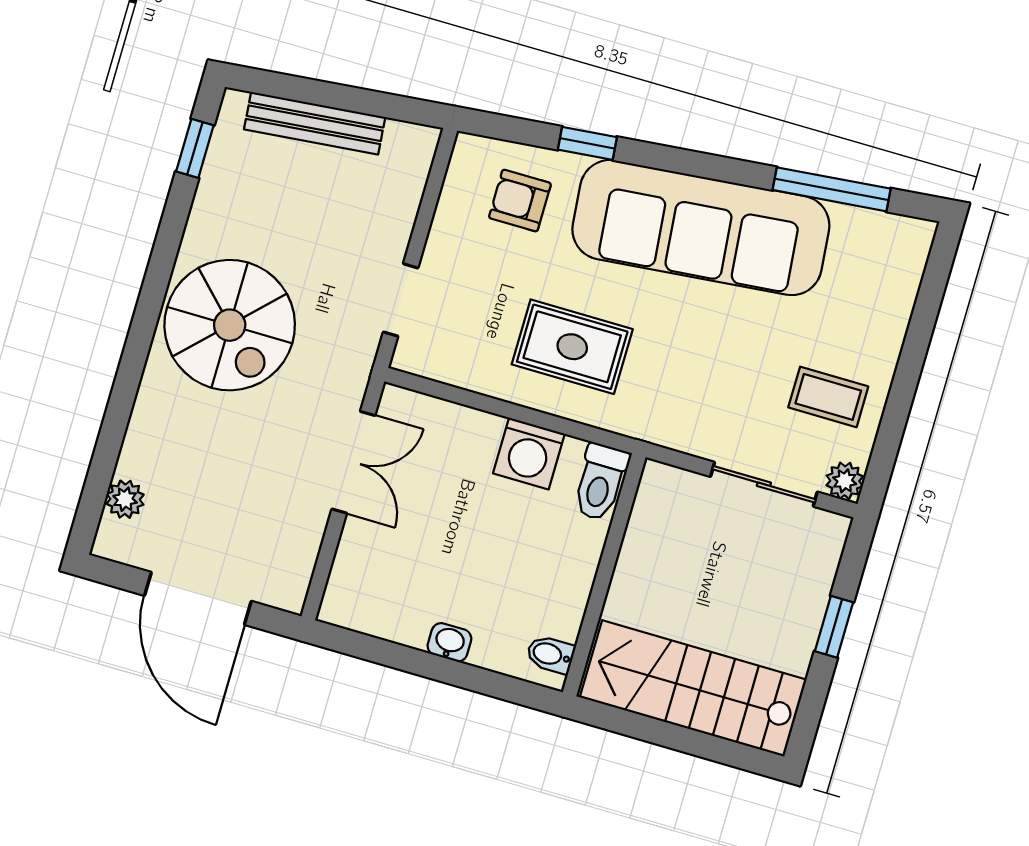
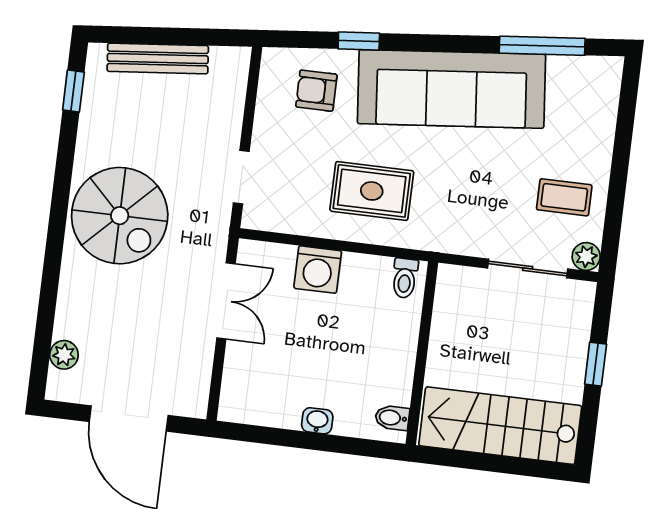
washing machine: (529, 453) -> (318, 270), moved
toilet: (600, 482) -> (405, 278), width x0.73, depth x0.72

